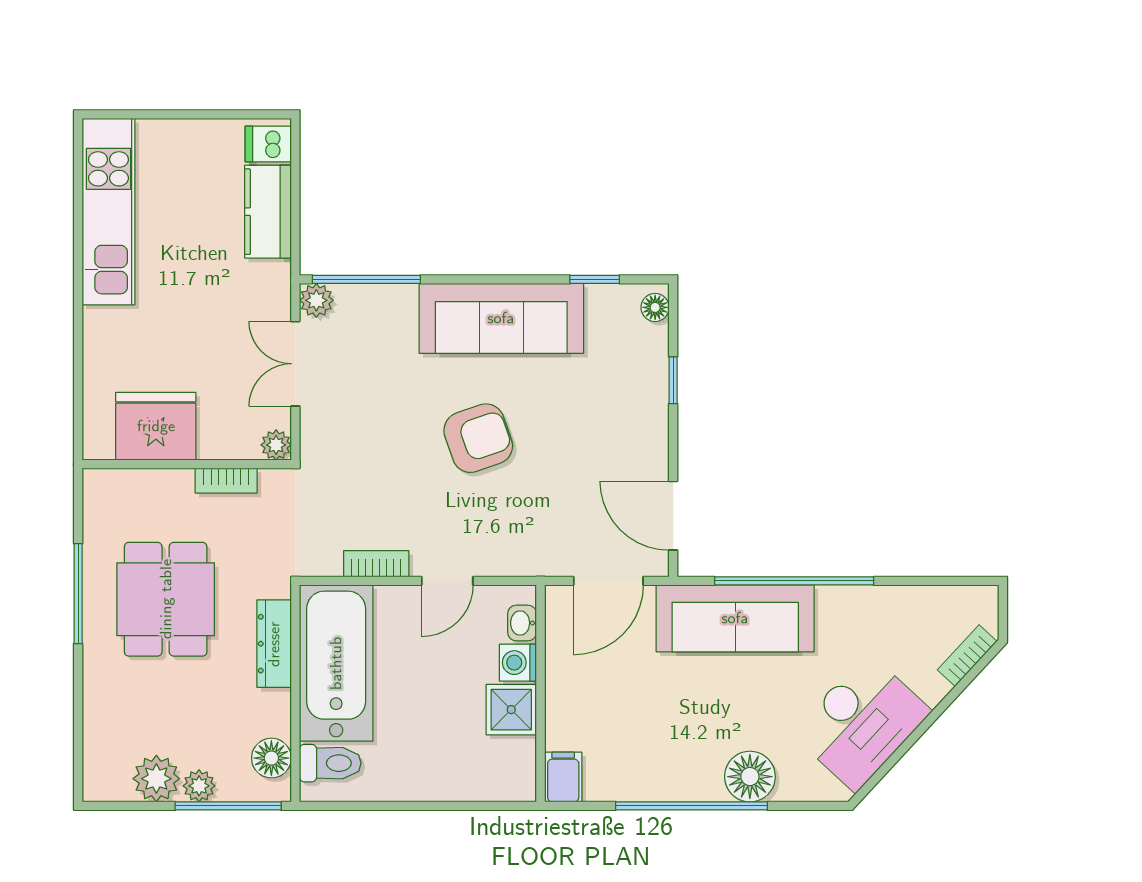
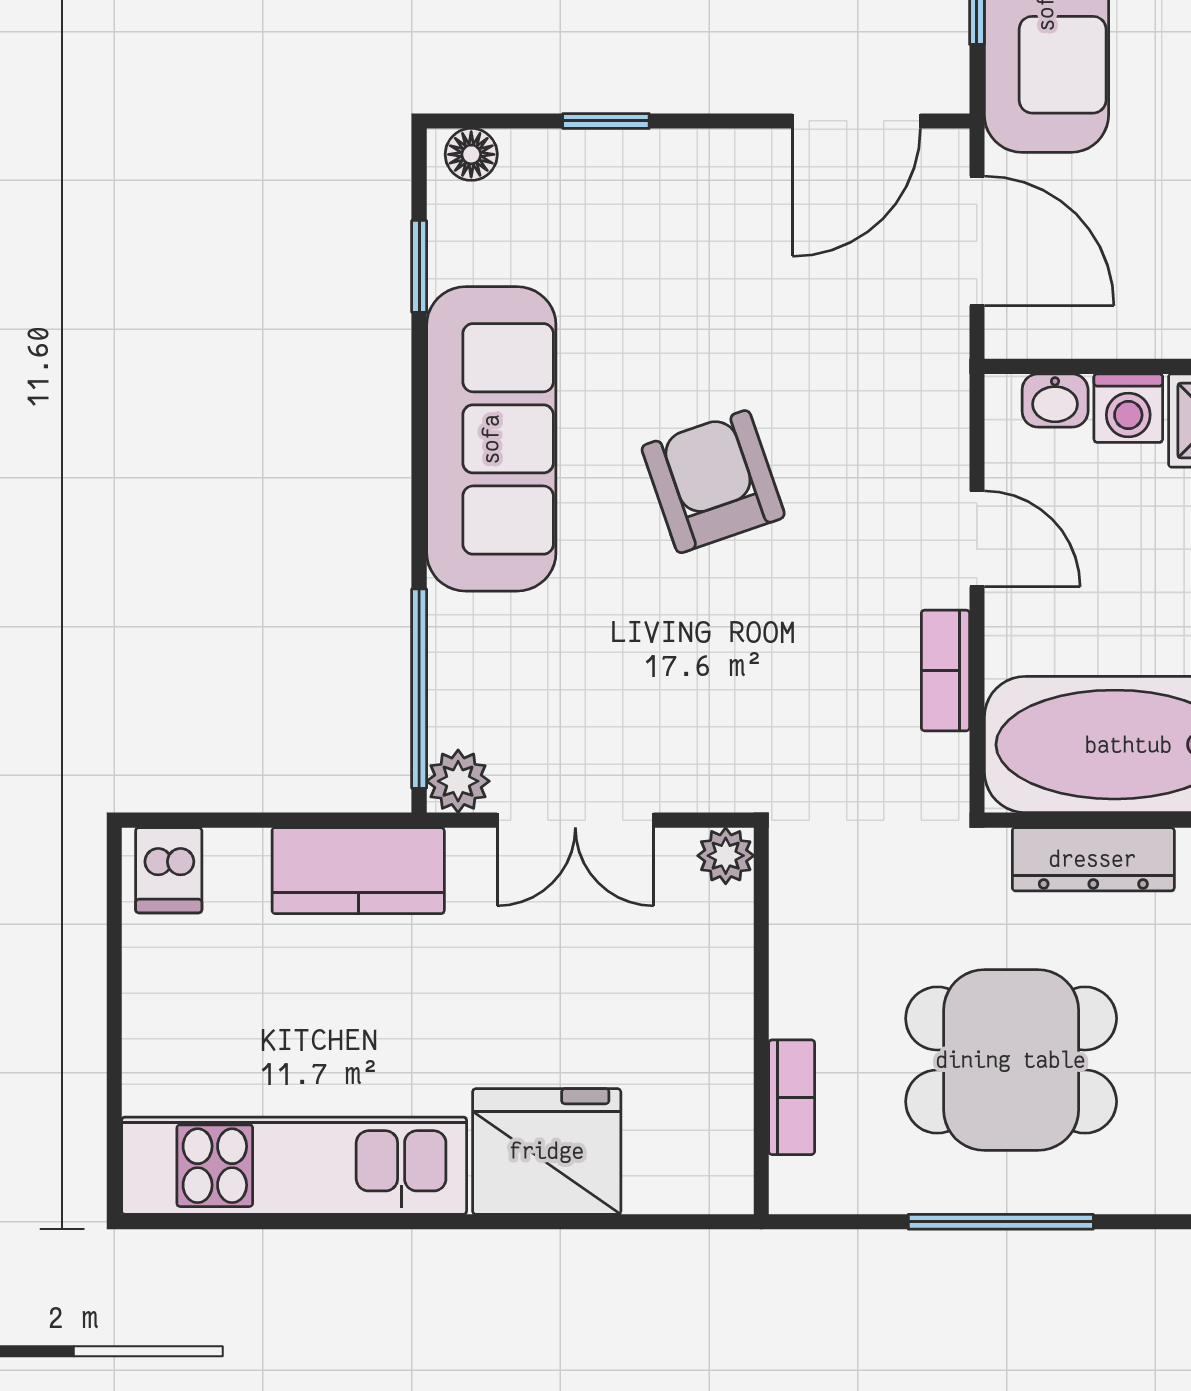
kitchen counter: (268, 212) -> (358, 871), moved
fridge: (156, 426) -> (547, 1151), moved, turned 90
bookcase: (226, 481) -> (792, 1097), moved

